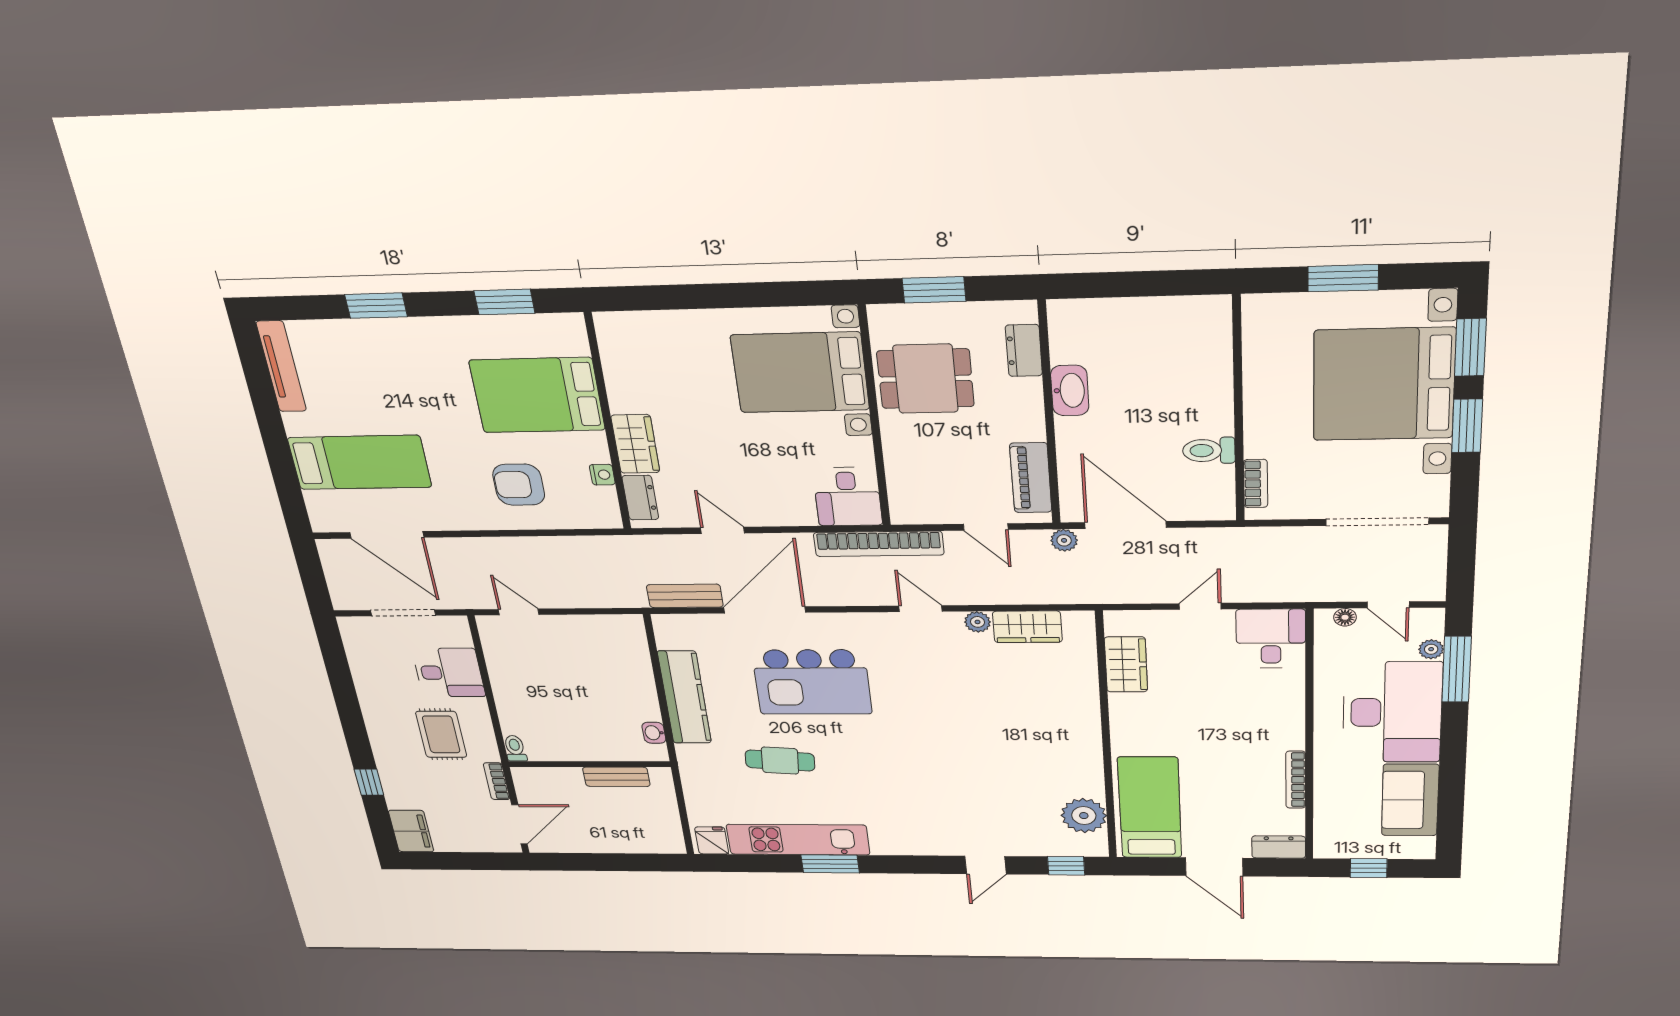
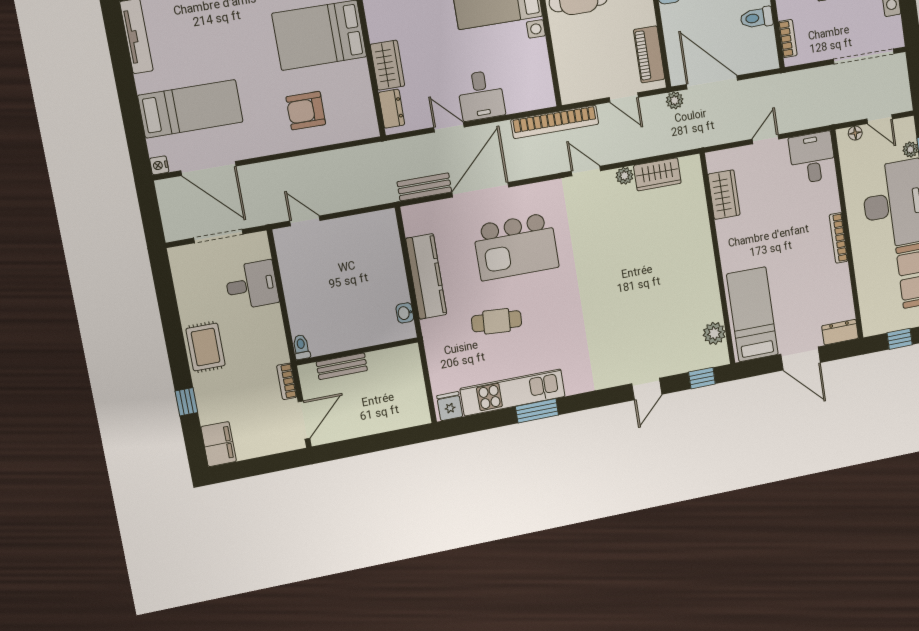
nightstand: (602, 475) -> (159, 165), moved, turned 180
desk: (847, 497) -> (481, 95), moved
rug: (441, 734) -> (206, 347), moved
bench: (616, 777) -> (342, 366), moved
bookcase: (1296, 780) -> (839, 238), moved
plant: (1084, 816) -> (714, 333), width x0.73, depth x0.73

